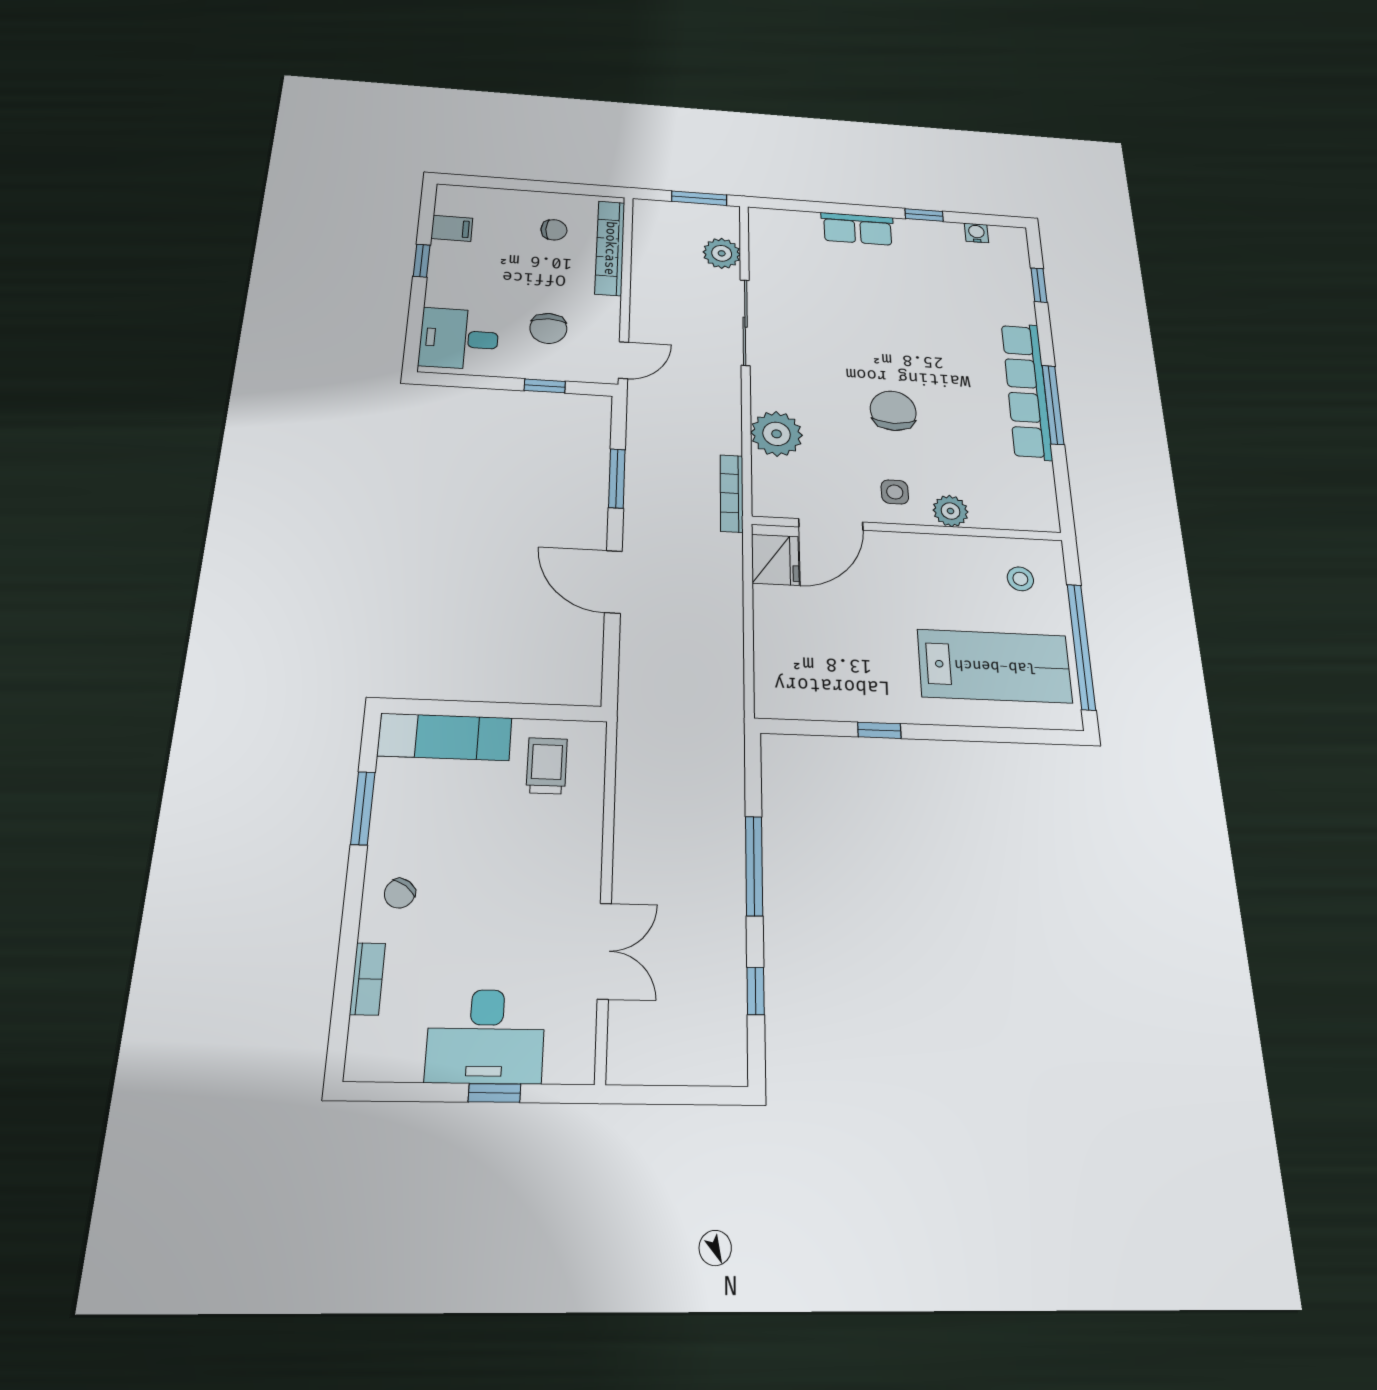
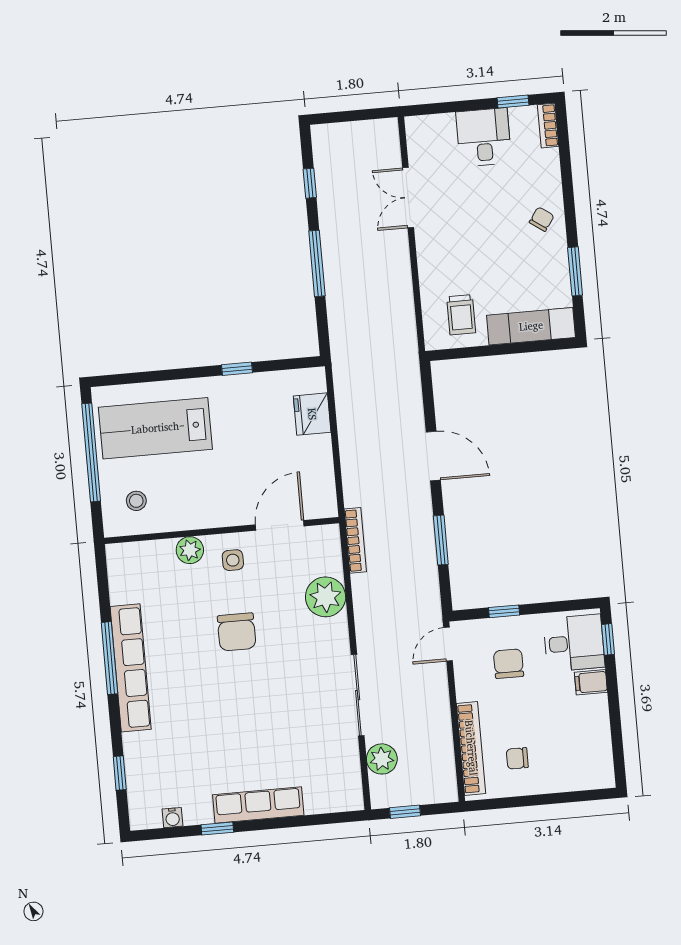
window: (699, 198) -> (405, 812), width x0.67
filing cabinet: (452, 228) -> (591, 682), moved
row of seats: (858, 229) -> (258, 805), width x1.48
window: (422, 261) -> (608, 639), moved
fridge: (775, 560) -> (312, 414), moved
bookcase: (368, 979) -> (548, 126), moved
desk: (486, 1036) -> (484, 137), width x0.73
window: (495, 1093) -> (513, 101), moved

